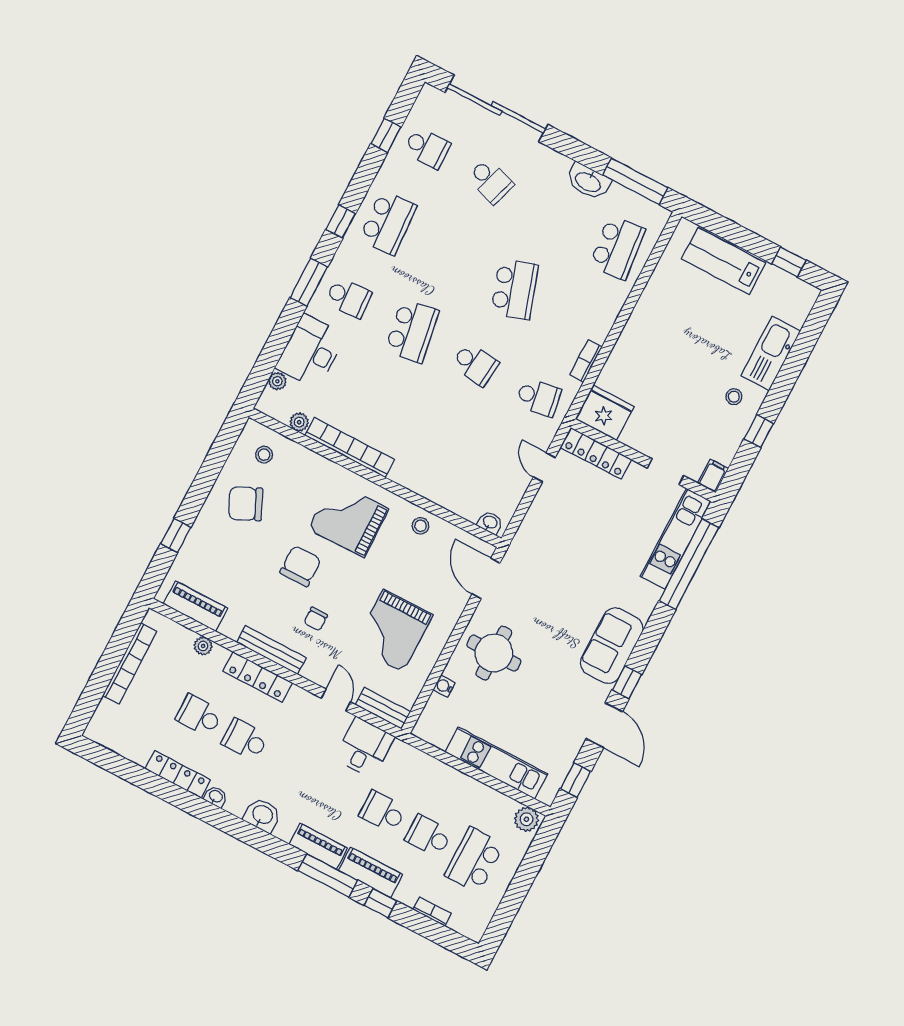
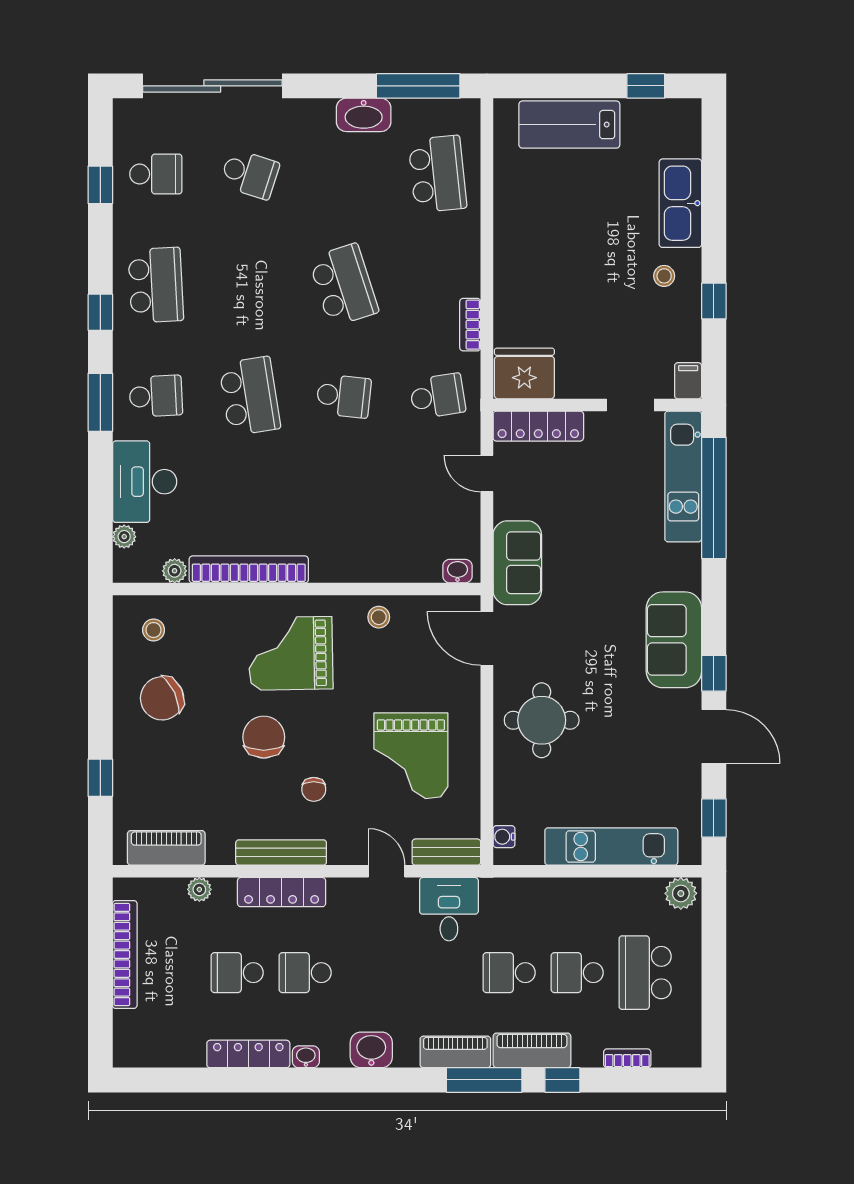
sofa: (533, 538) -> (517, 563), added
water cooler: (444, 686) -> (504, 837), moved

